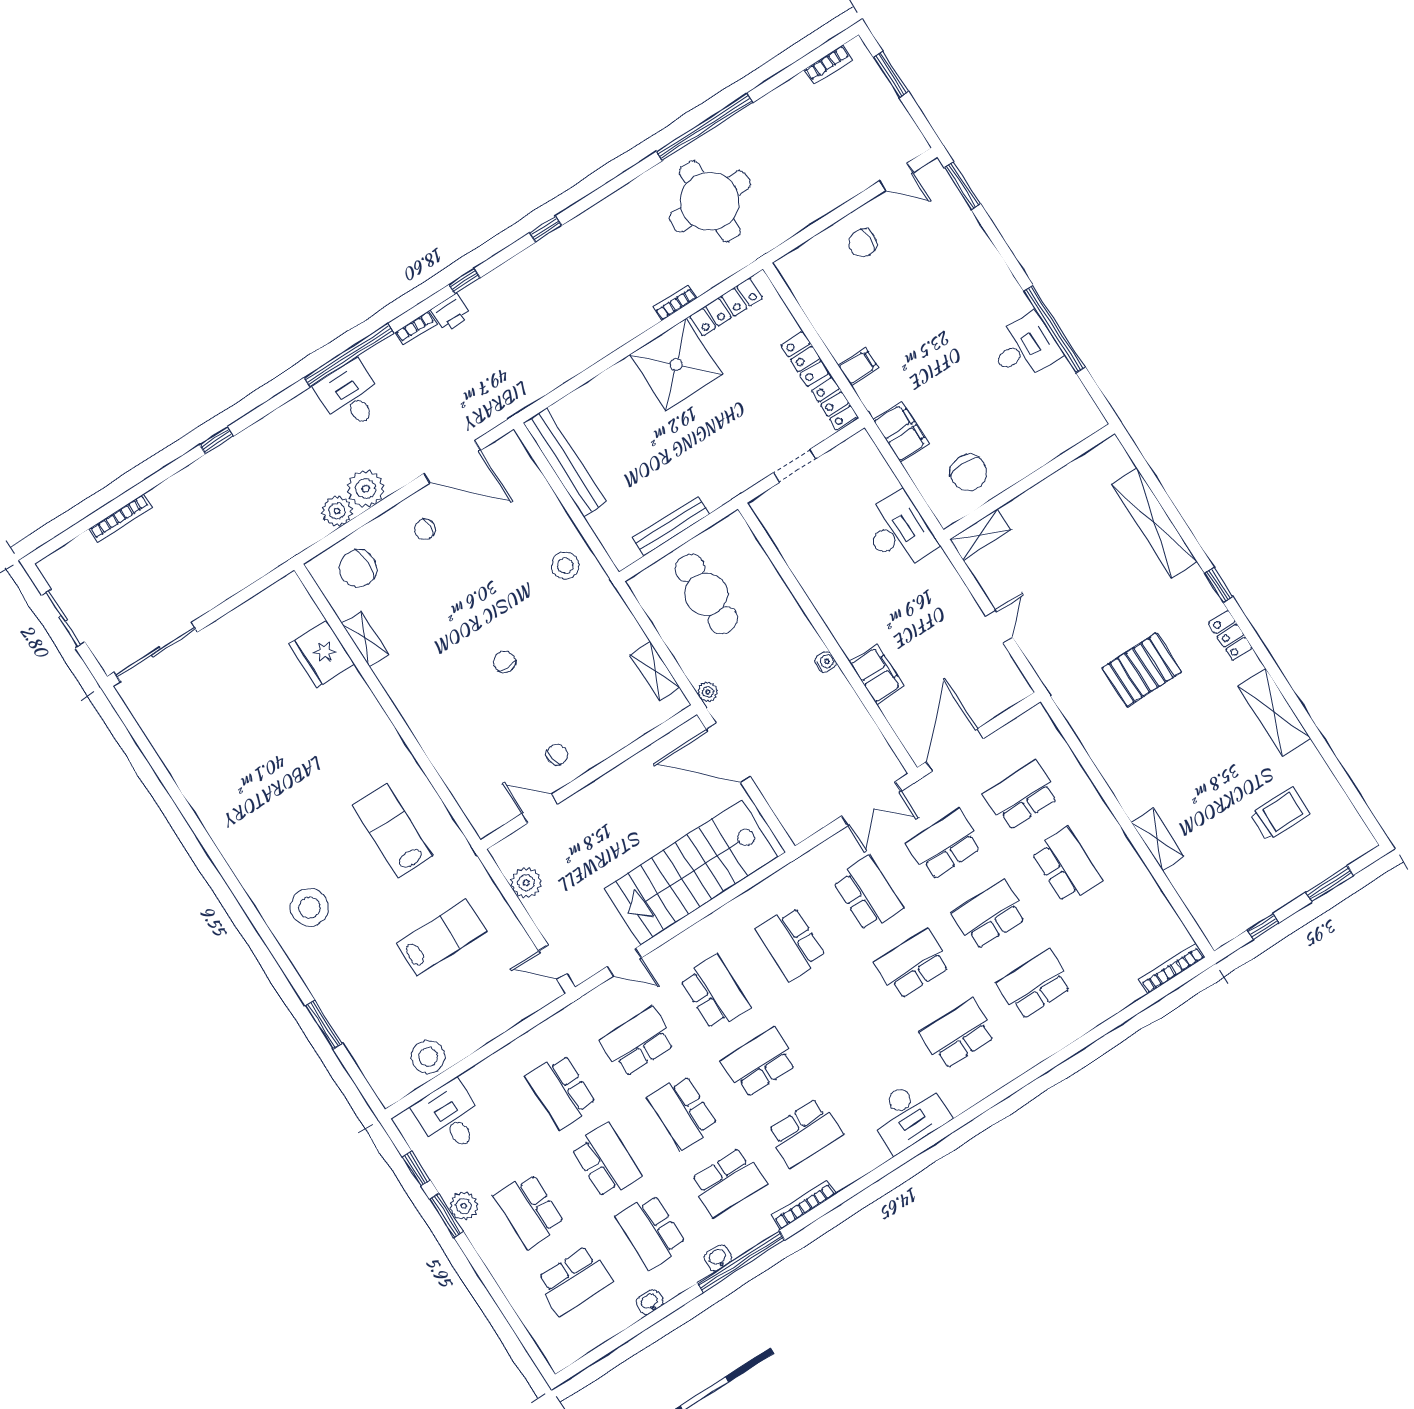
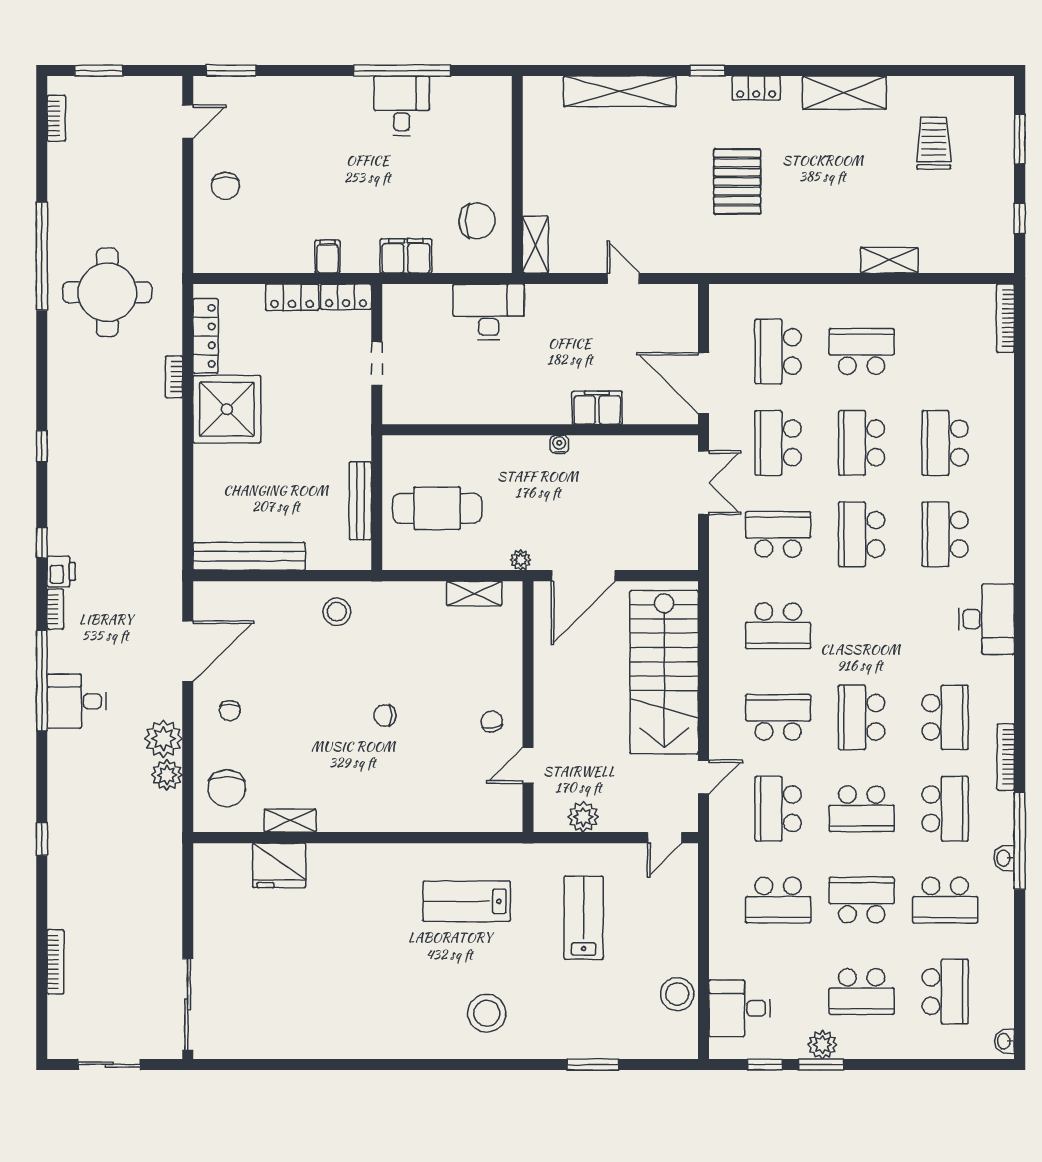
washbasin: (650, 1302) -> (1004, 1041), moved

